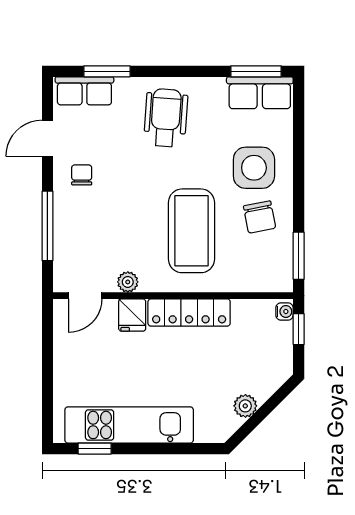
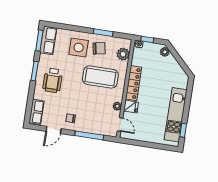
window: (107, 71) -> (35, 71), moved
wheelchair: (166, 118) -> (53, 80), turned -94
door: (47, 138) -> (54, 130), hinge flipped
window: (299, 256) -> (103, 33), moved
plant: (255, 277) -> (123, 54), added
plant: (245, 406) -> (165, 52), moved

